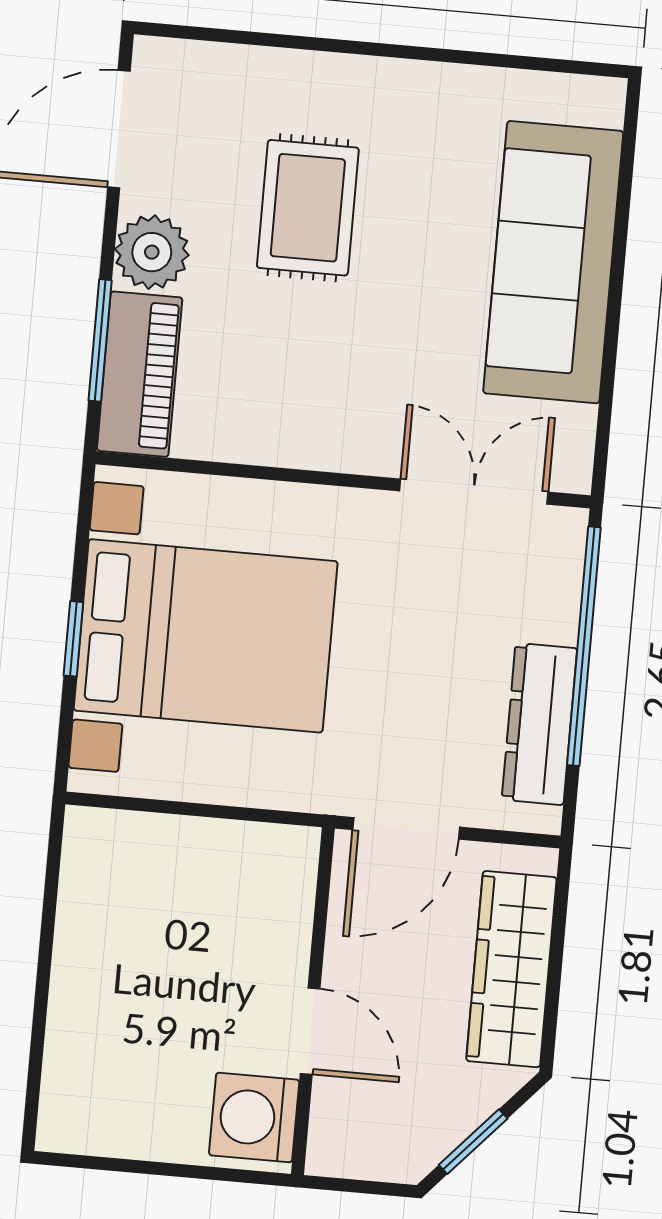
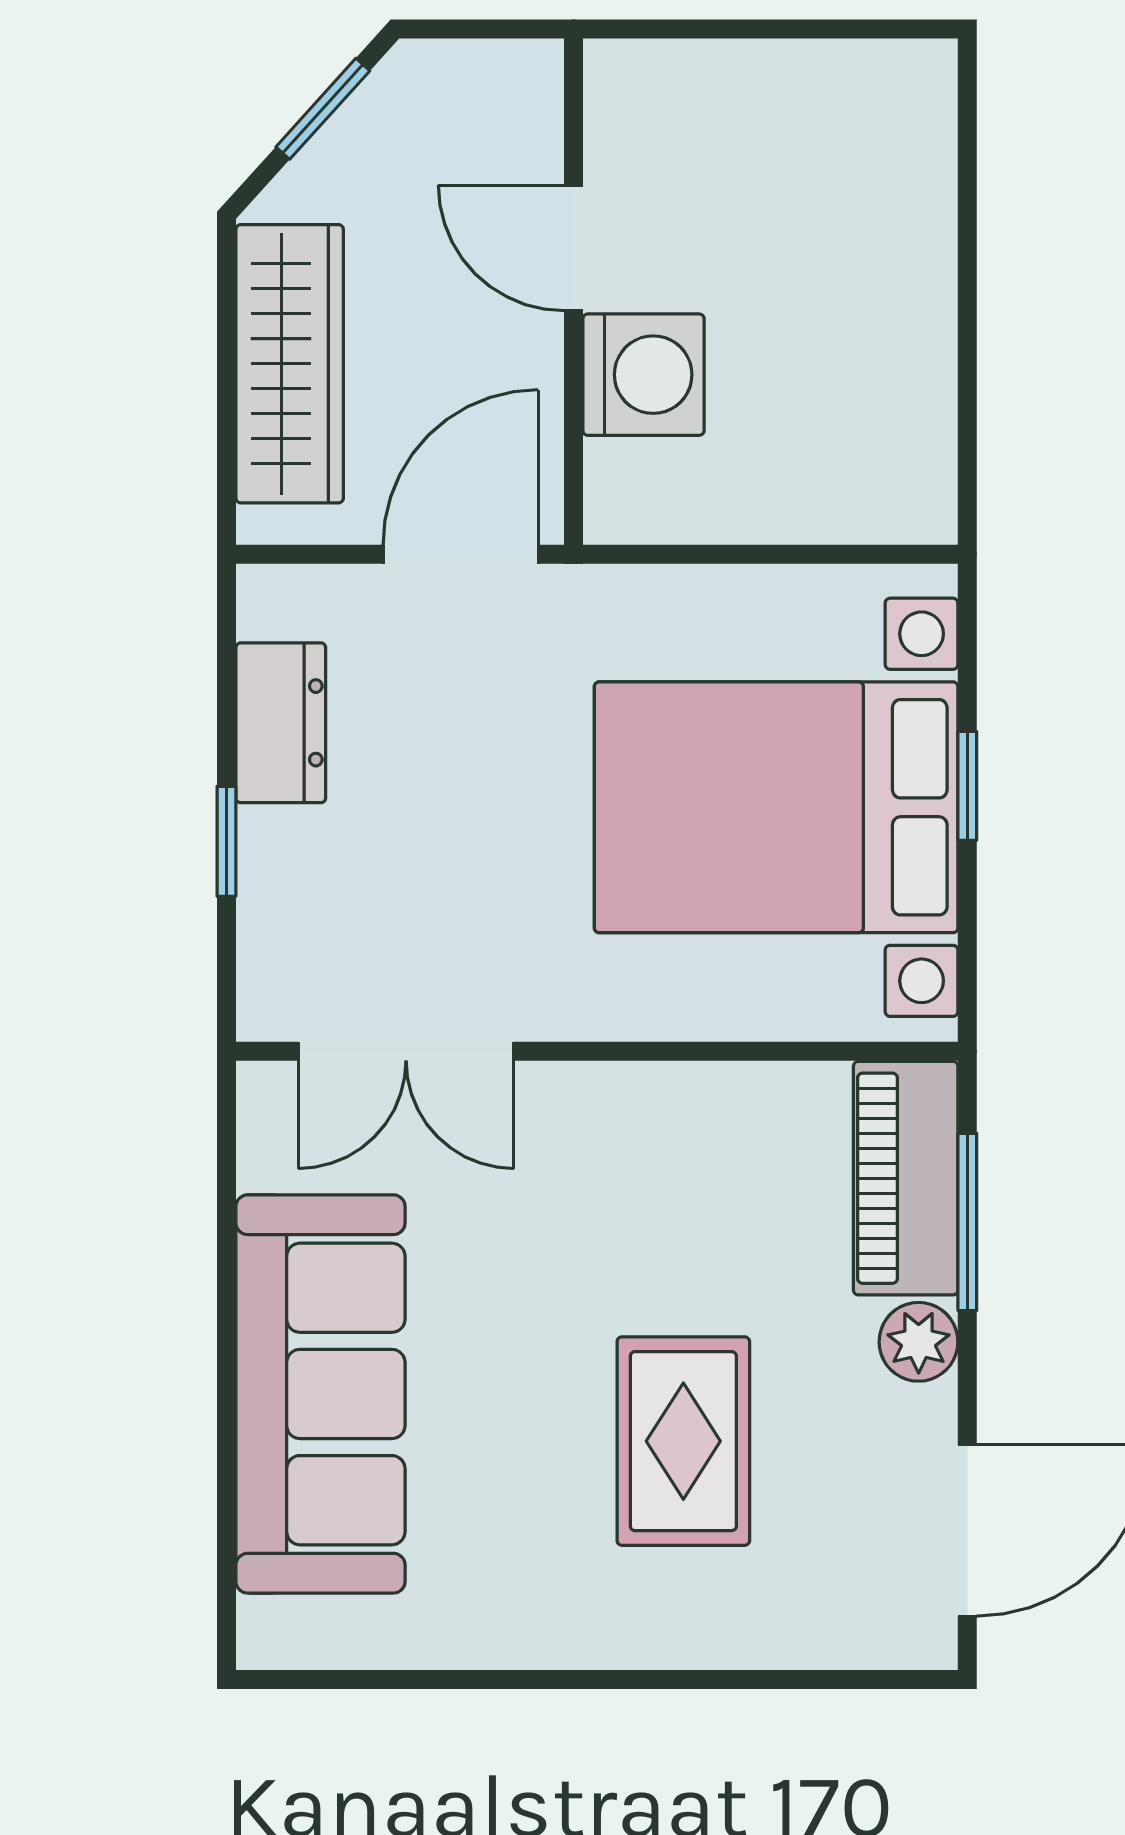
plant: (152, 252) -> (919, 1342), width x0.73, depth x0.73
window: (584, 646) -> (226, 841), width x0.32
dresser: (539, 724) -> (281, 723), width x0.70
washing machine: (254, 1118) -> (643, 375), moved

